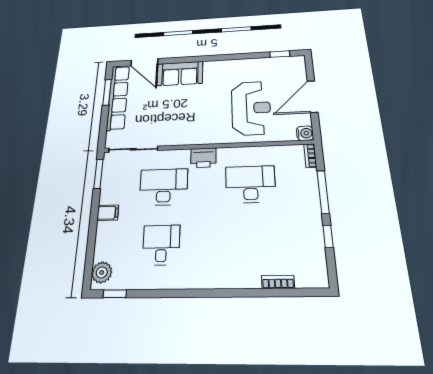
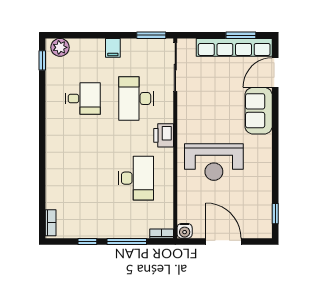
reception desk: (251, 108) -> (214, 162), moved
desk: (164, 187) -> (136, 99), turned 180
bookcase: (278, 282) -> (51, 223), moved

